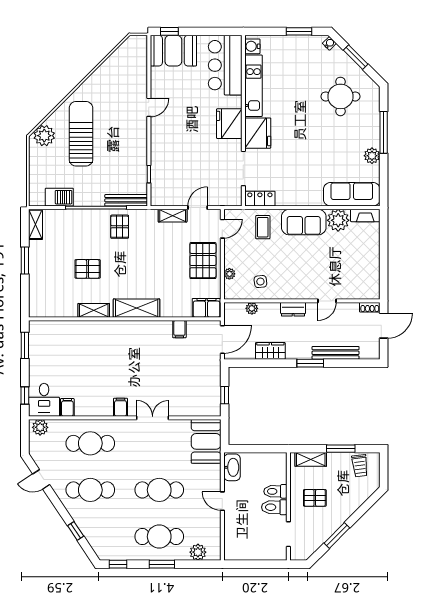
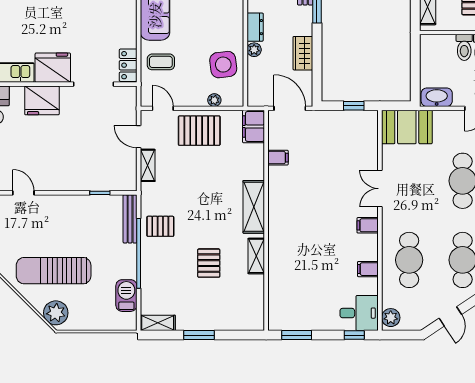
side table: (260, 282) -> (223, 65), width x1.87, depth x1.87
plant: (252, 308) -> (254, 50), moved
filing cabinet: (67, 407) -> (368, 269), moved

